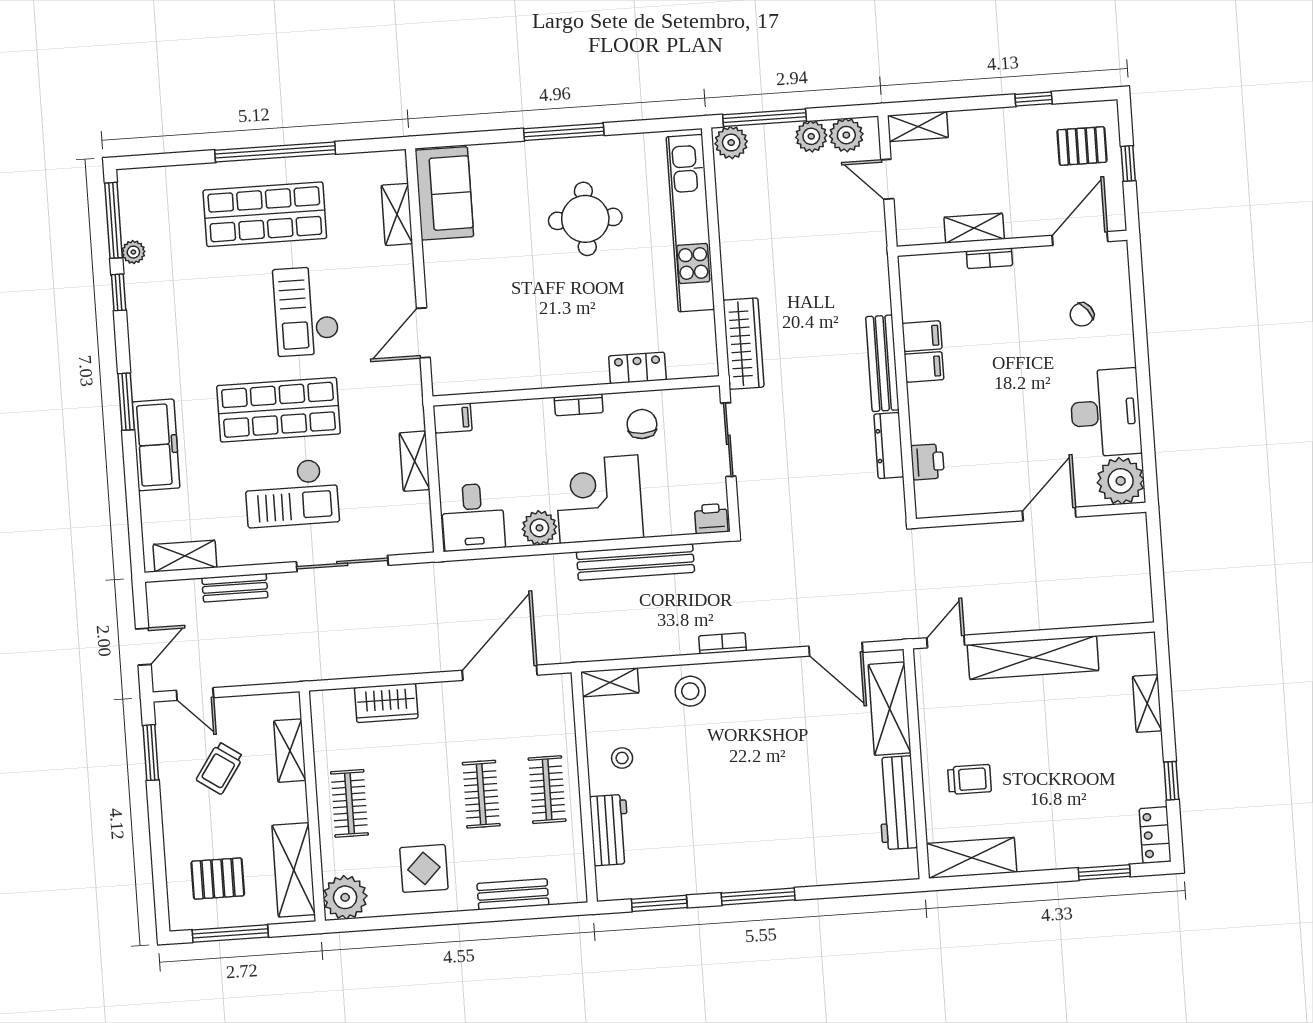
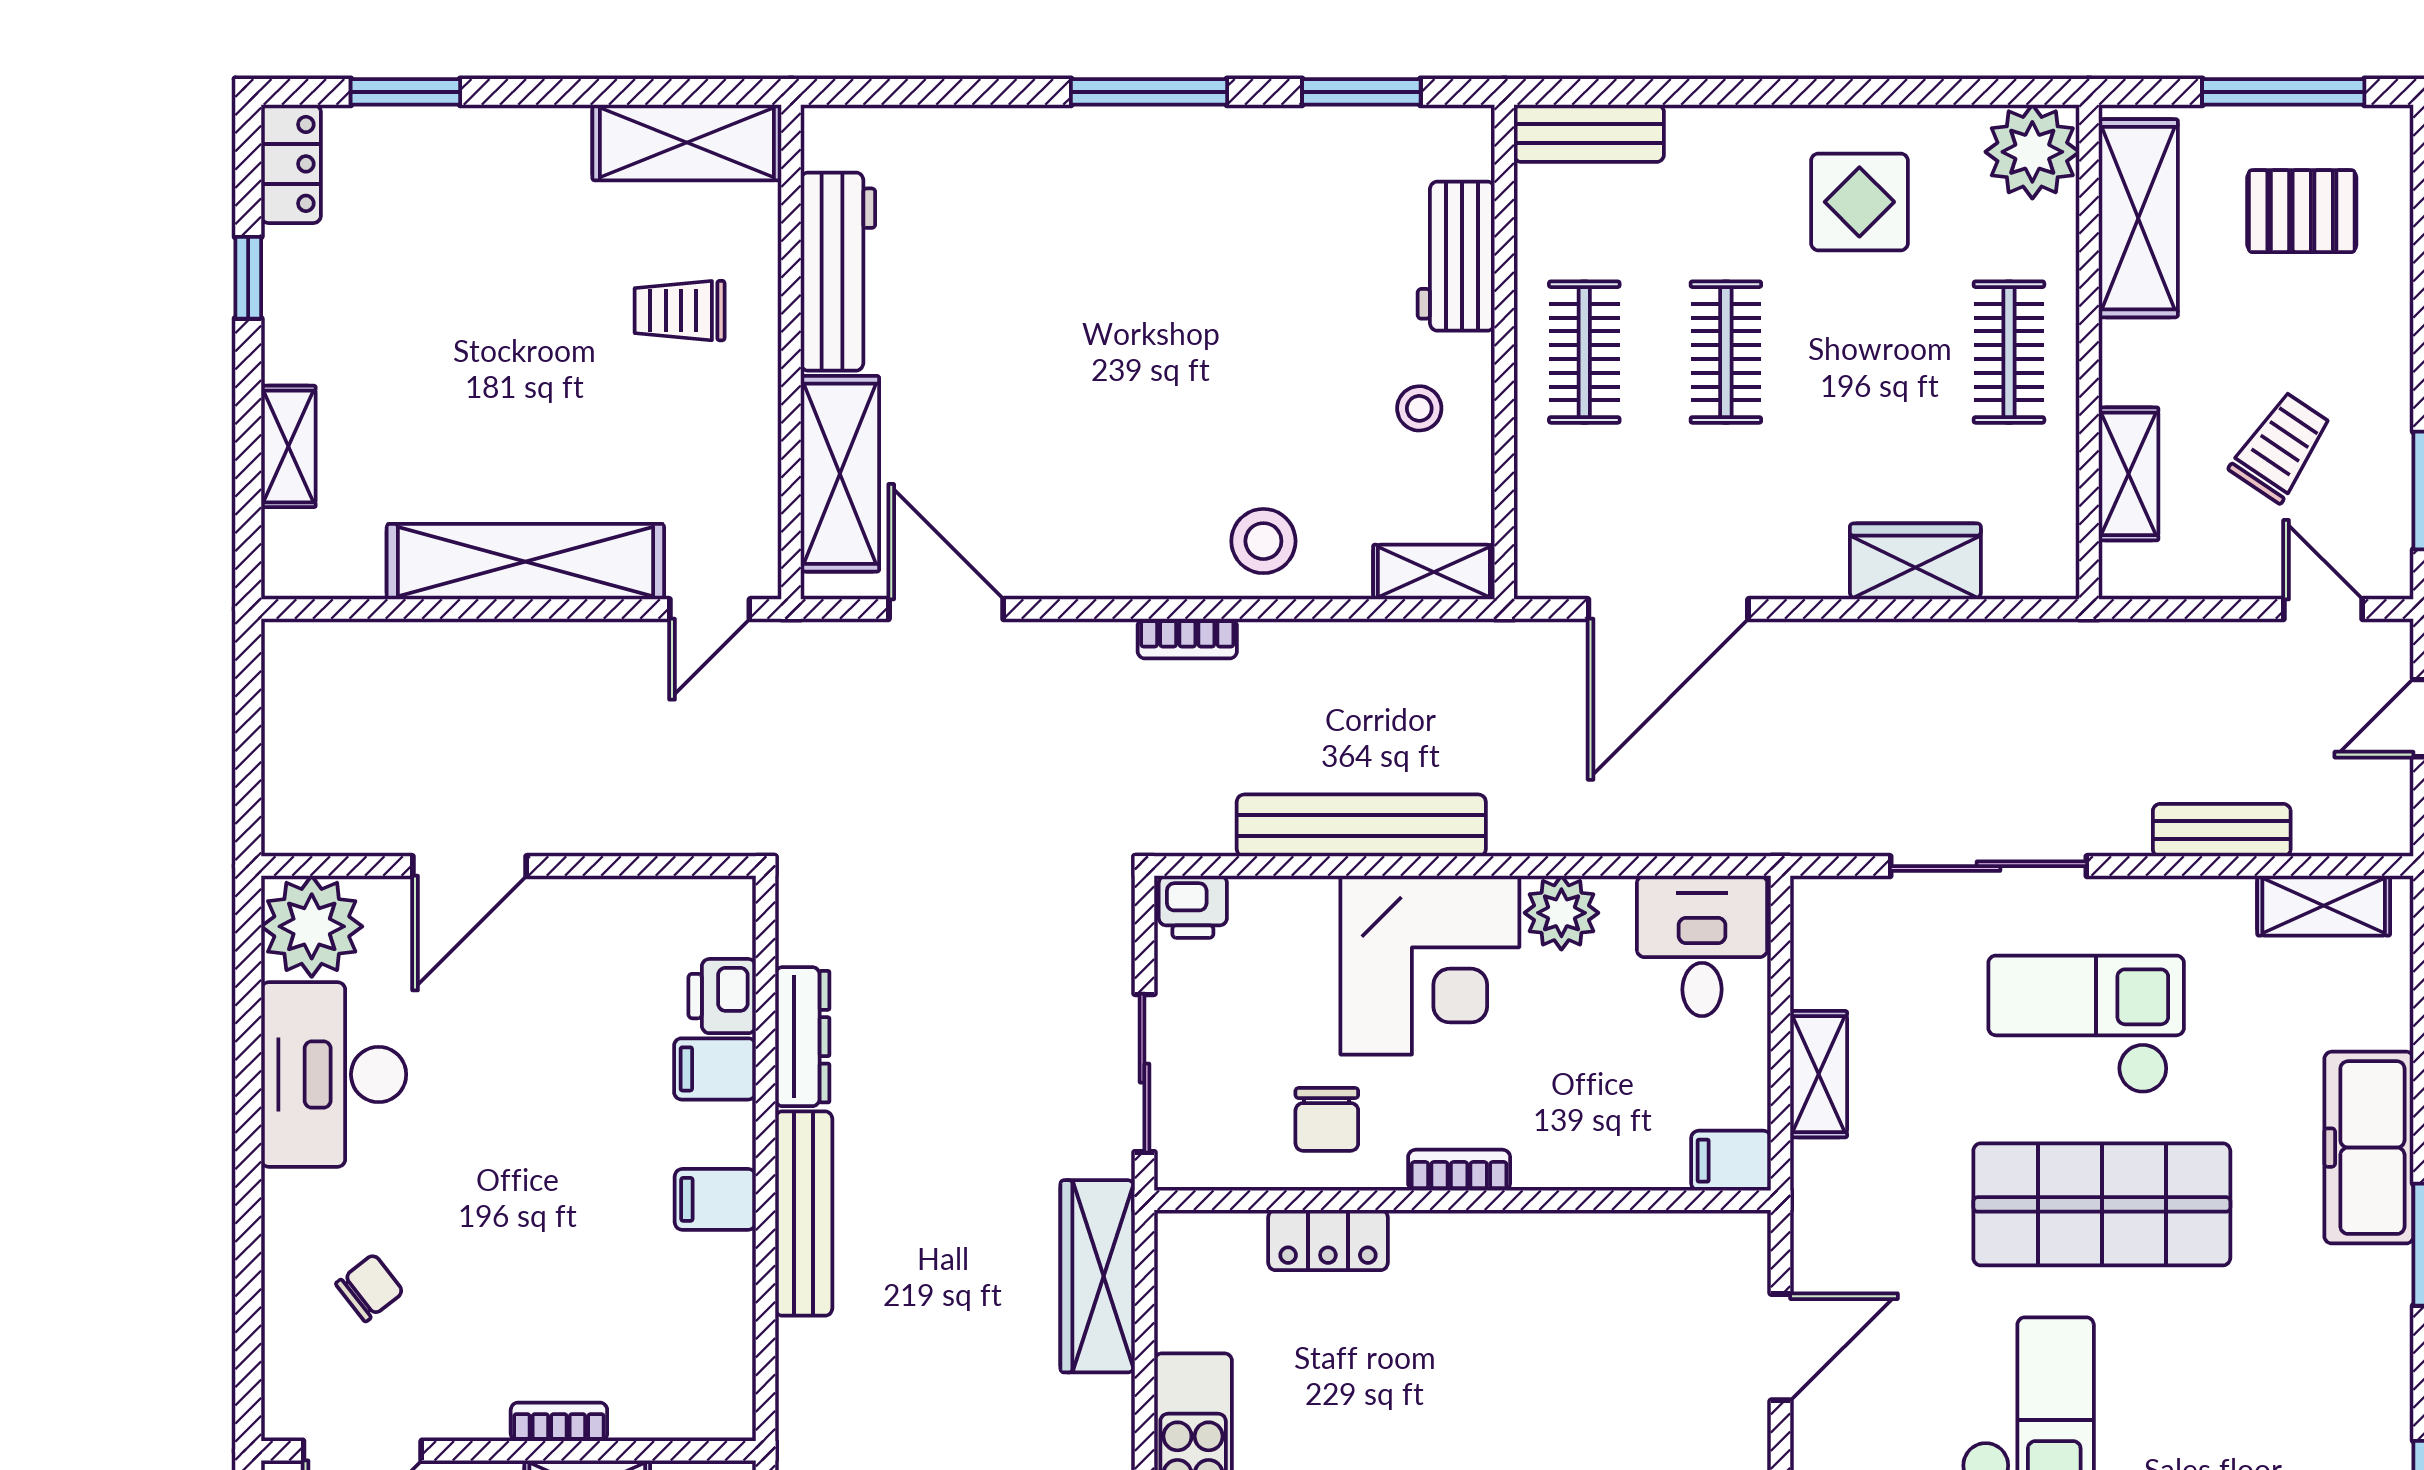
filing cabinet: (922, 336) -> (715, 1069), moved
bench: (513, 894) -> (1589, 133), moved

